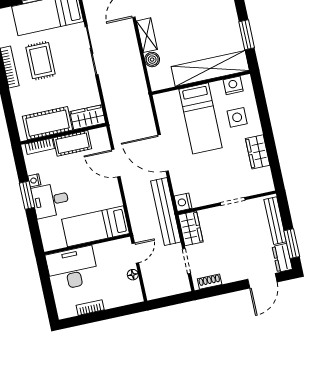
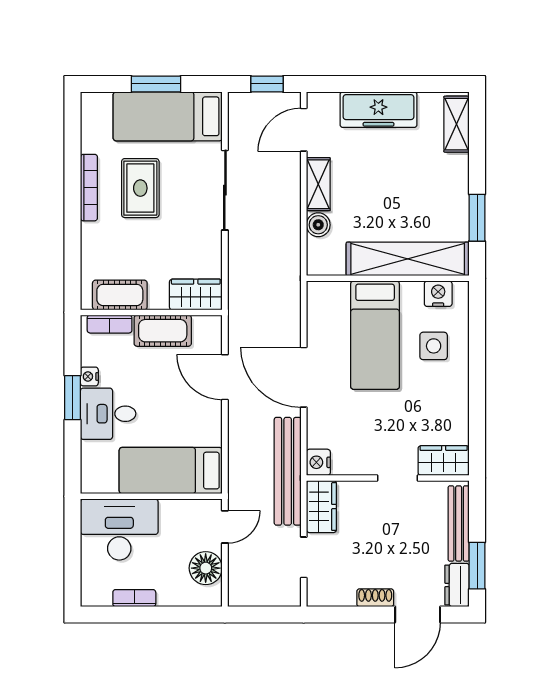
cot: (47, 123) -> (120, 295), width x0.73, depth x0.75
wardrobe: (258, 152) -> (444, 461), moved, turned 90
floor lamp: (133, 275) -> (206, 568), width x1.89, depth x1.89
shoe rack: (210, 282) -> (375, 598), moved

